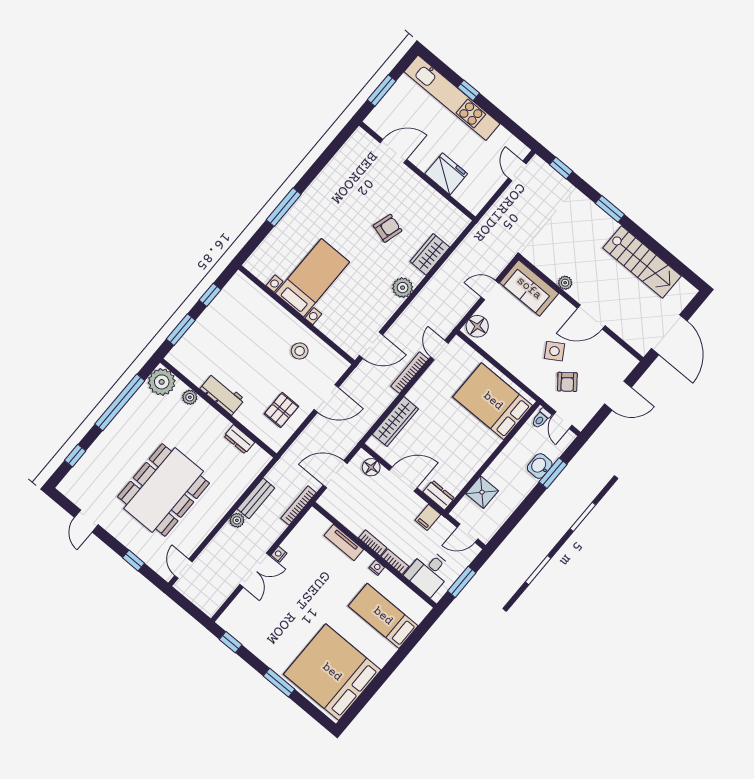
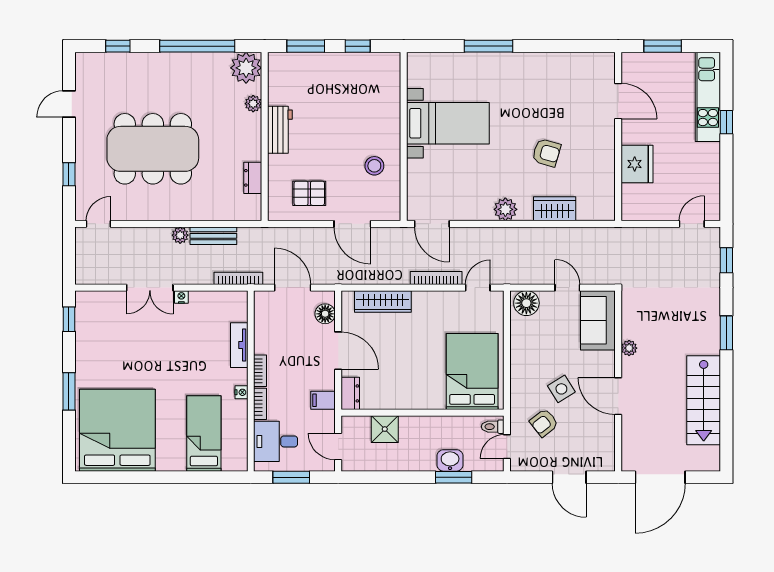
kitchen unit: (452, 98) -> (708, 97), width x0.73

